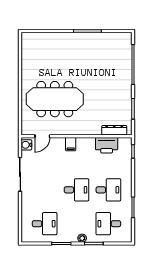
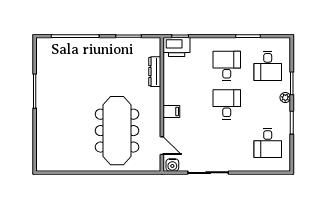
dresser: (114, 130) -> (155, 72), moved
printer: (107, 145) -> (177, 47), moved, turned 90
desk: (45, 224) -> (268, 143), turned 180

